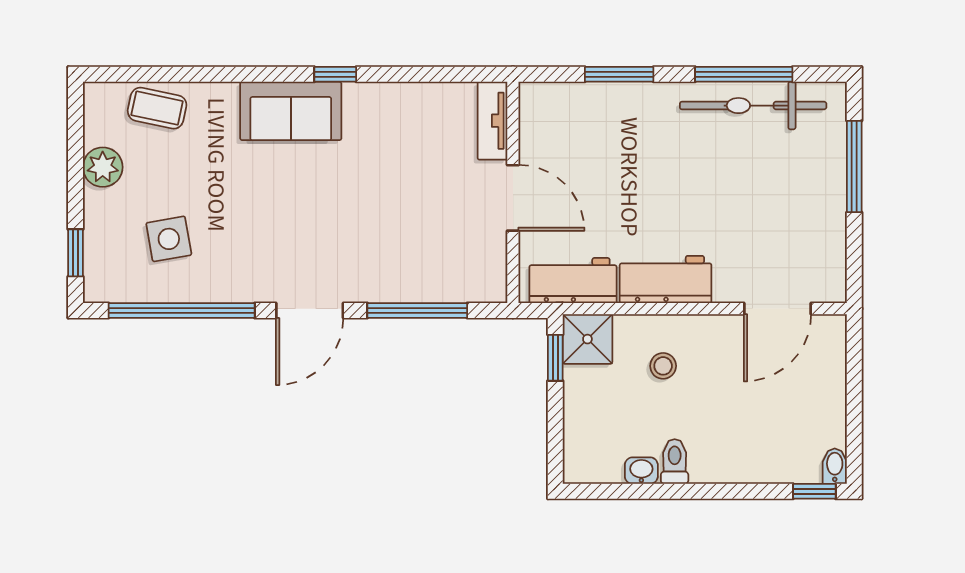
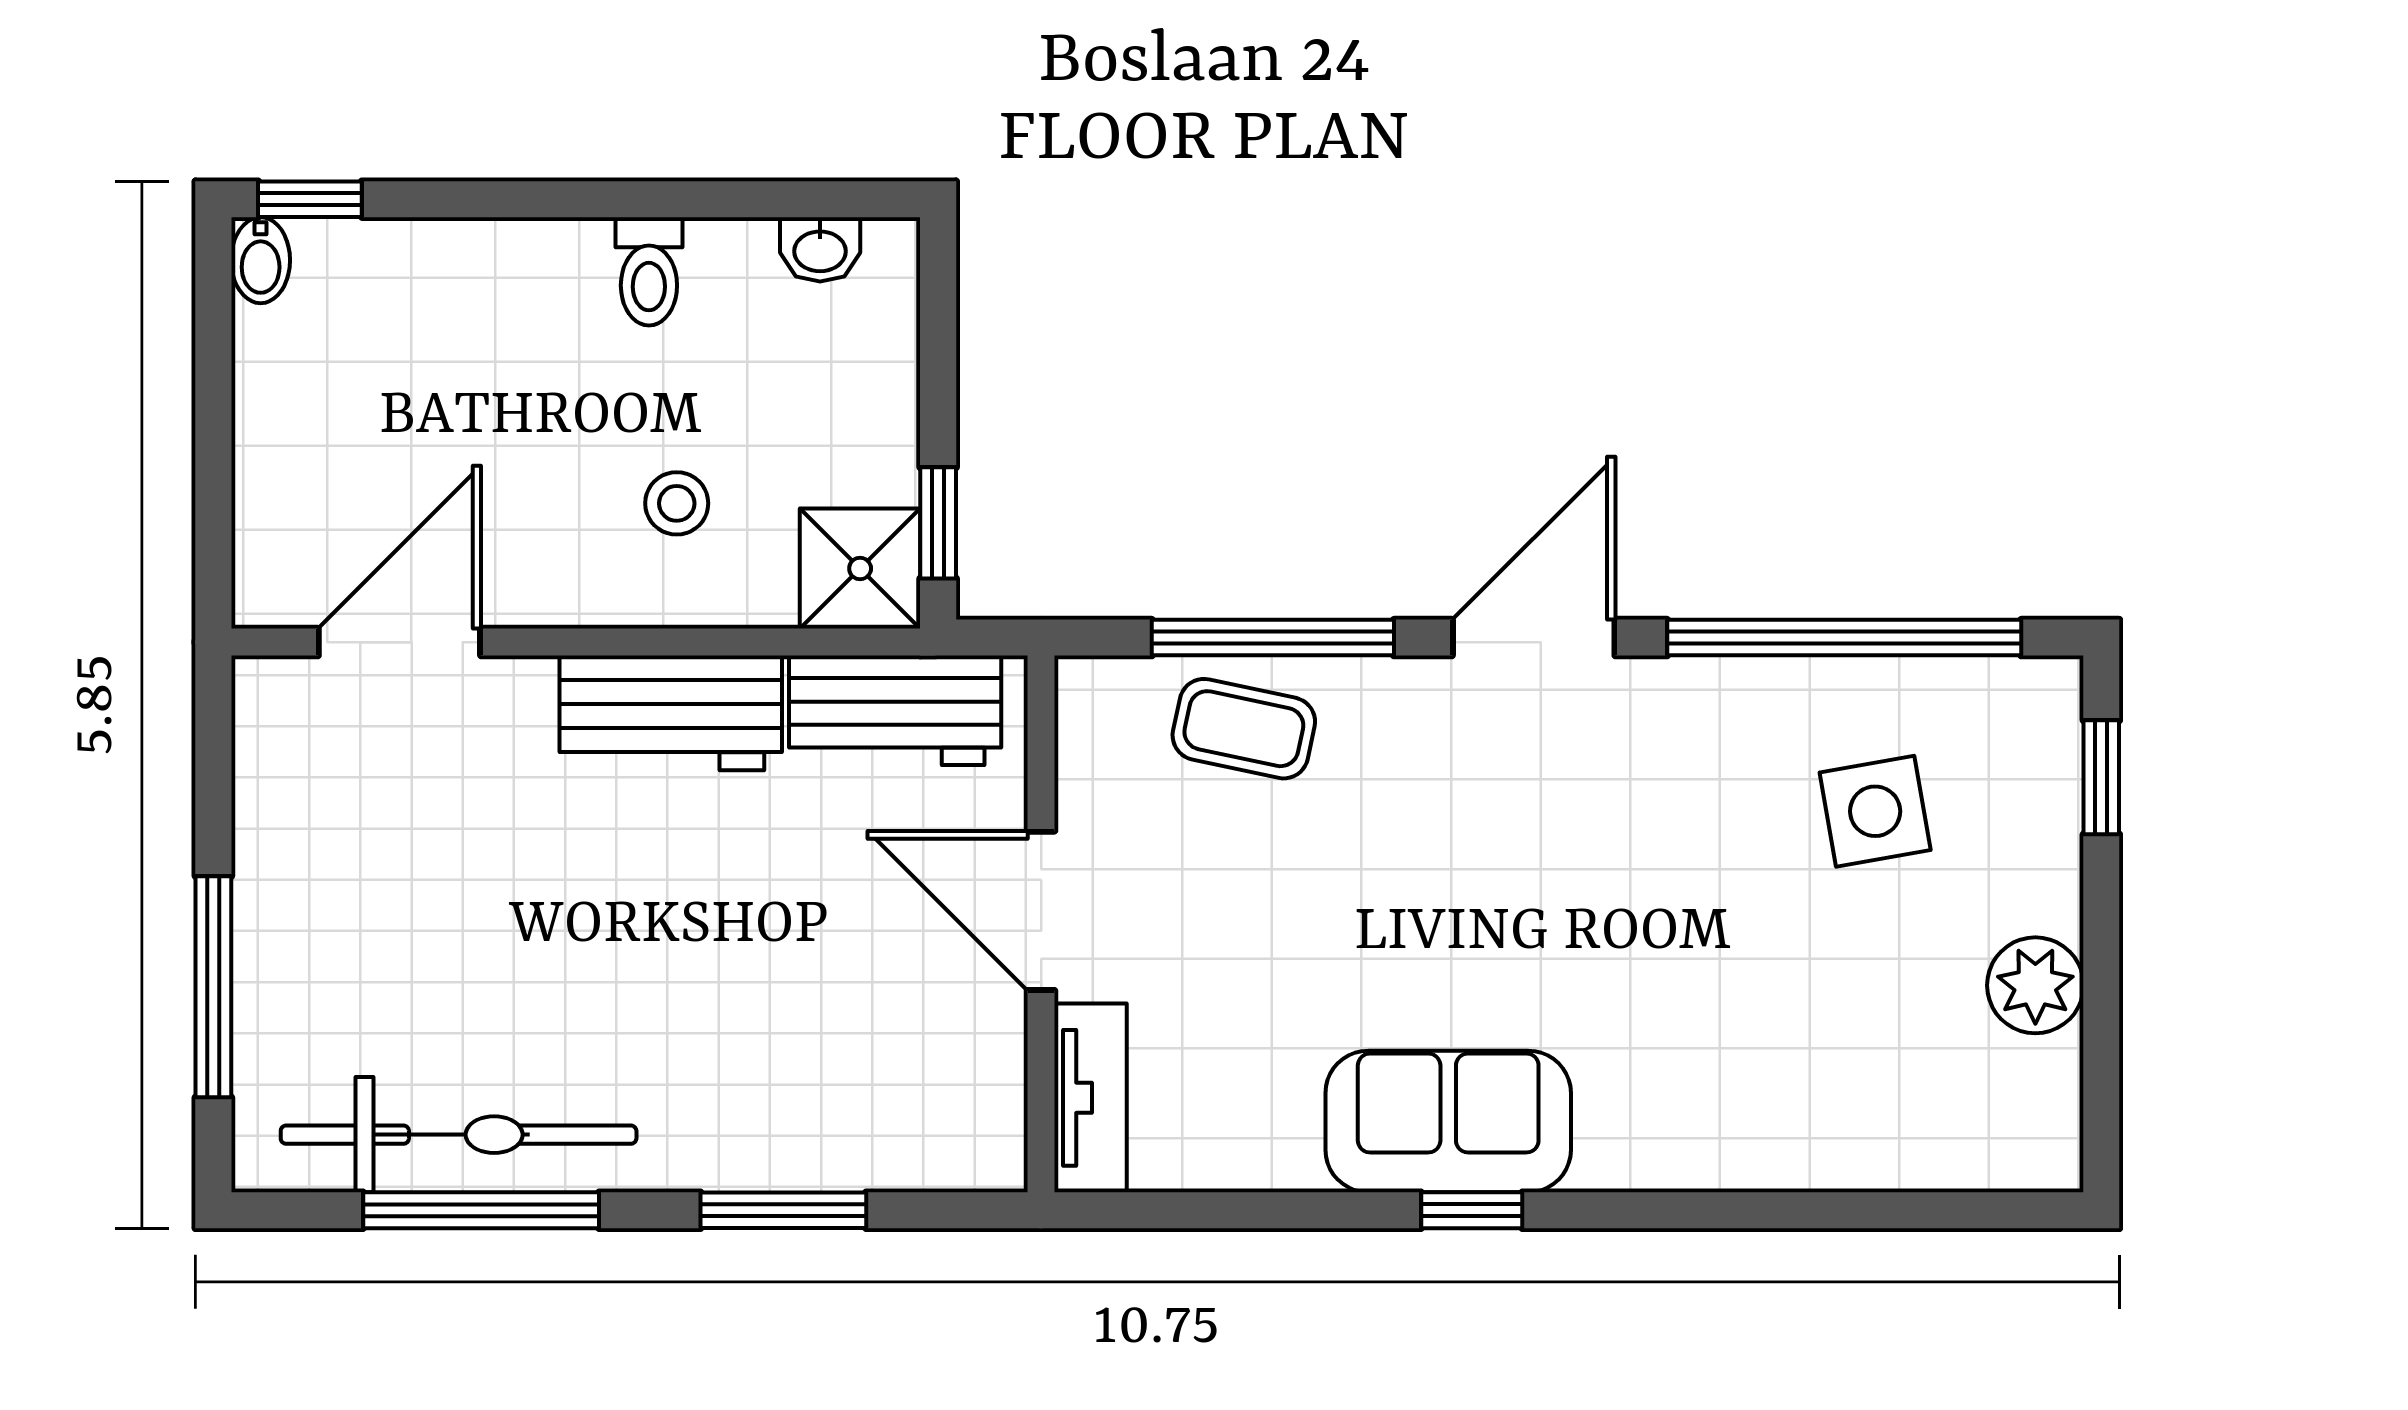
coffee table: (157, 108) -> (1244, 729), moved
sofa: (291, 111) -> (1448, 1121), moved
washbasin: (641, 471) -> (820, 249), moved

